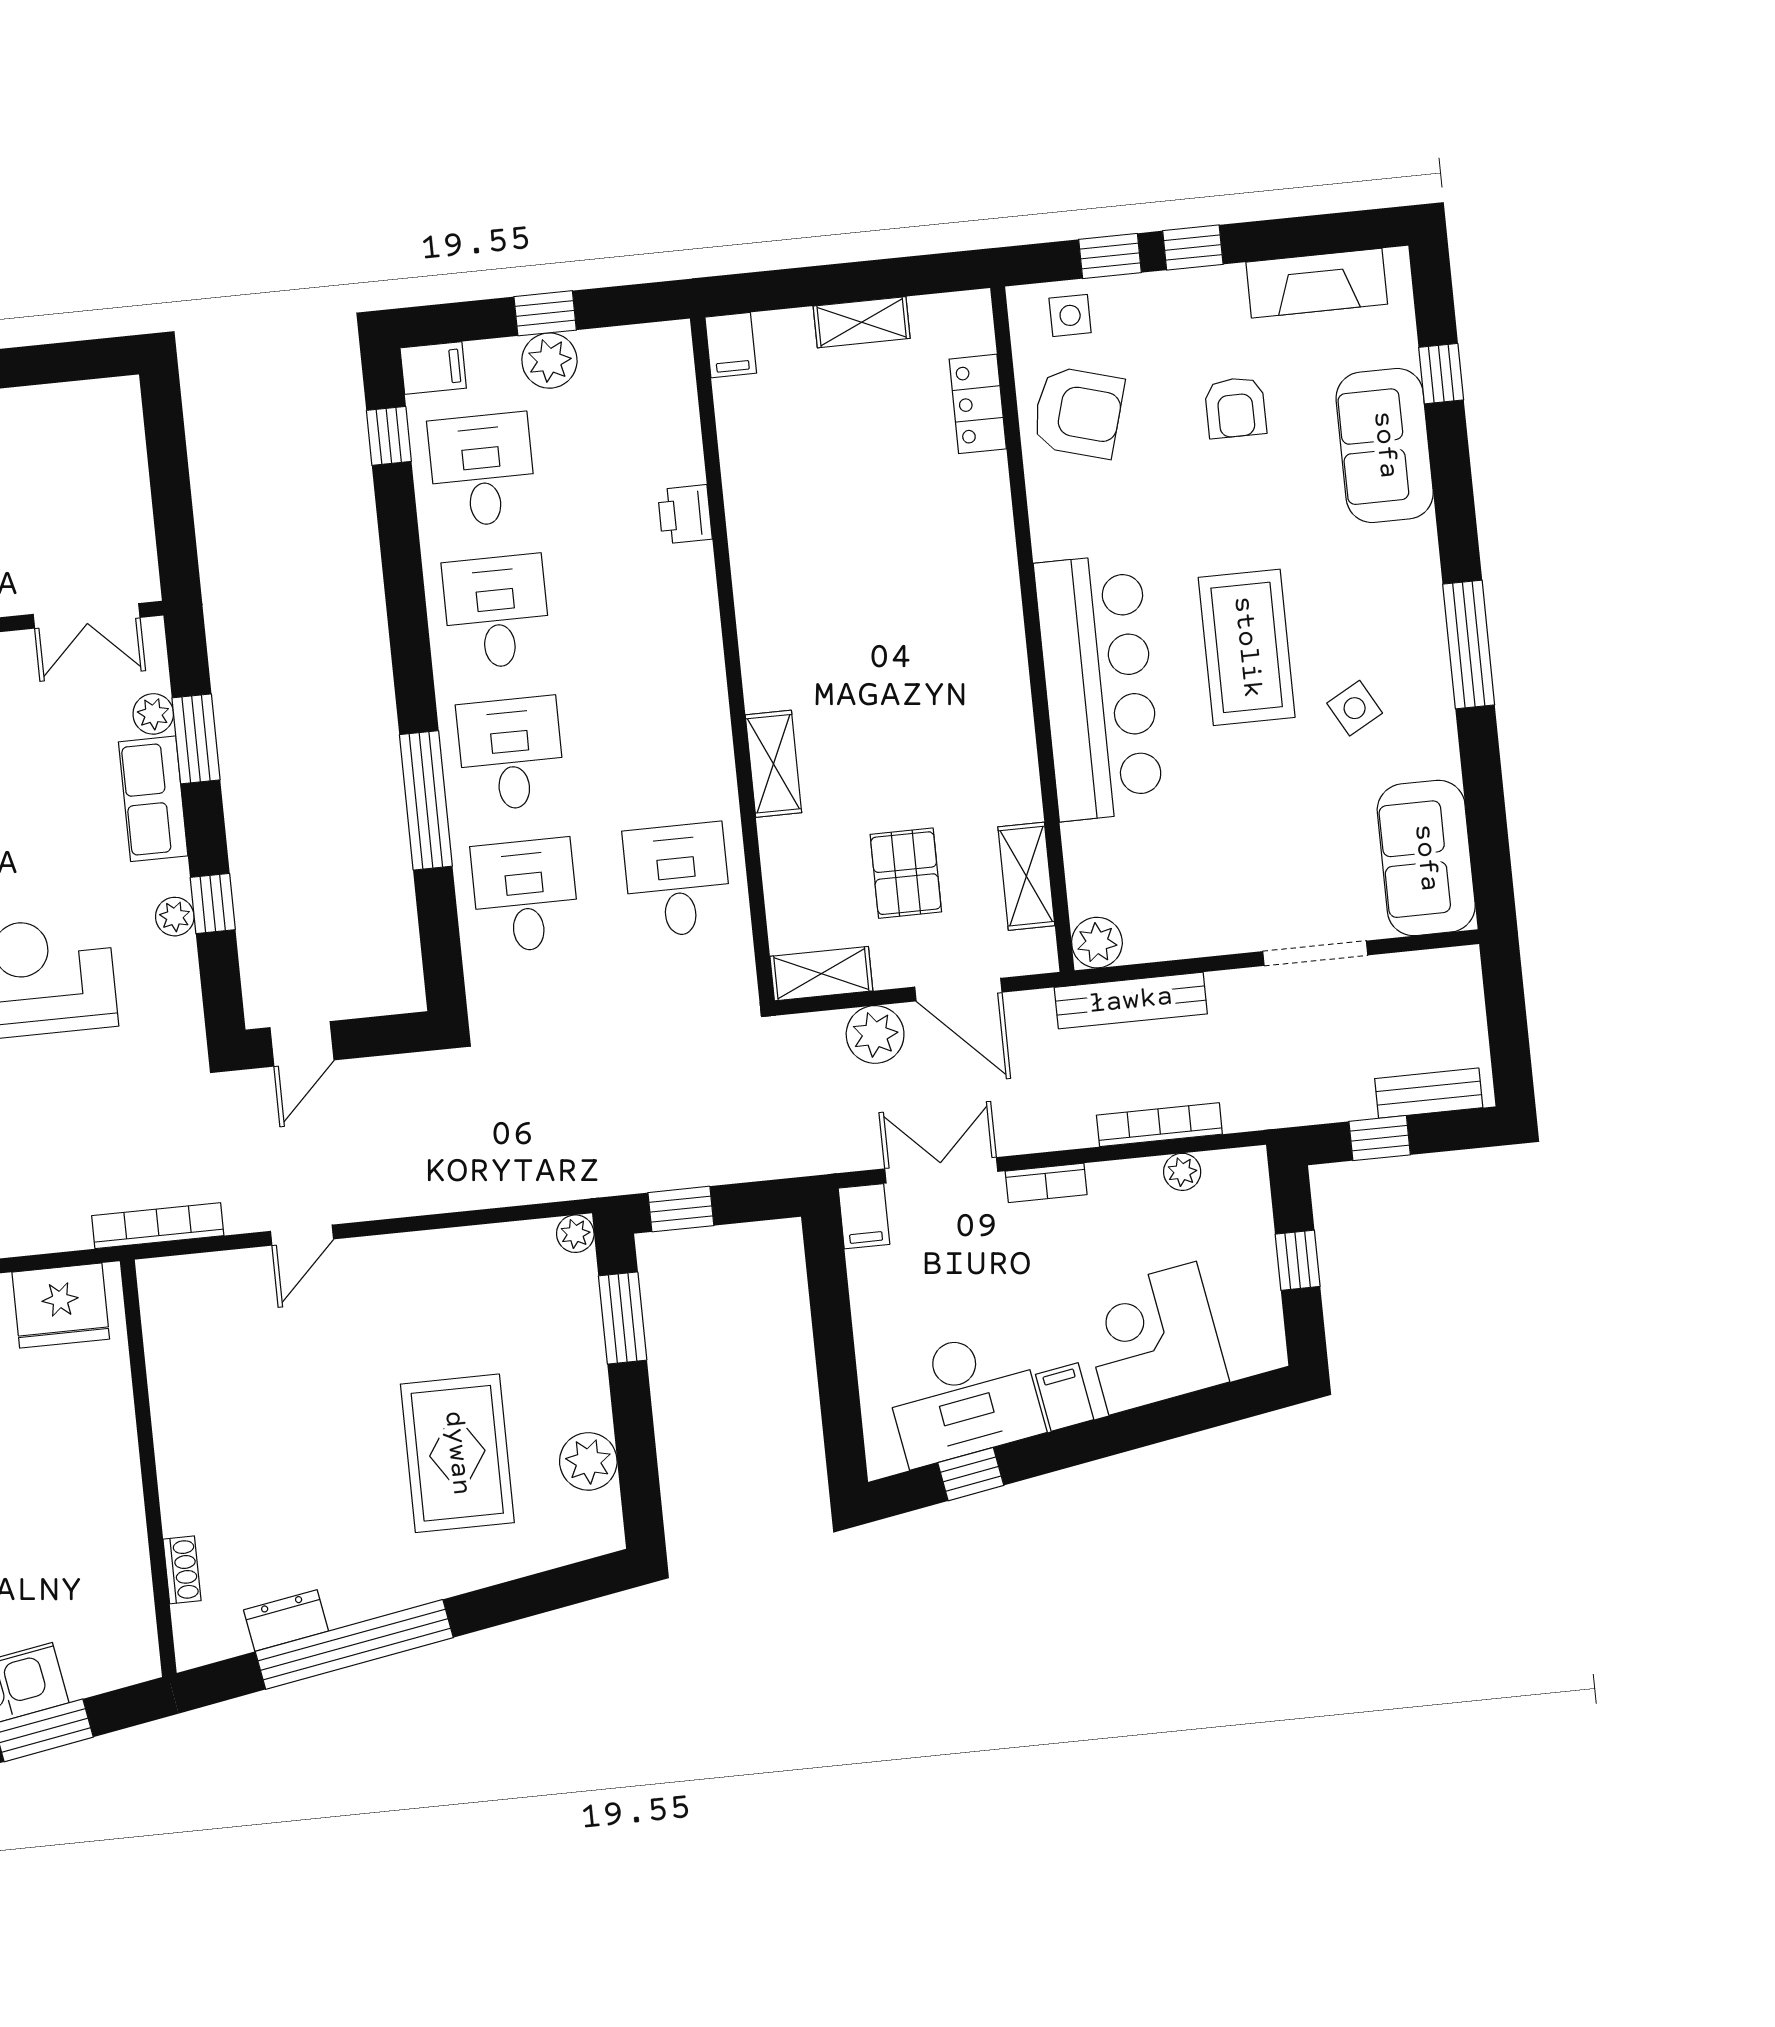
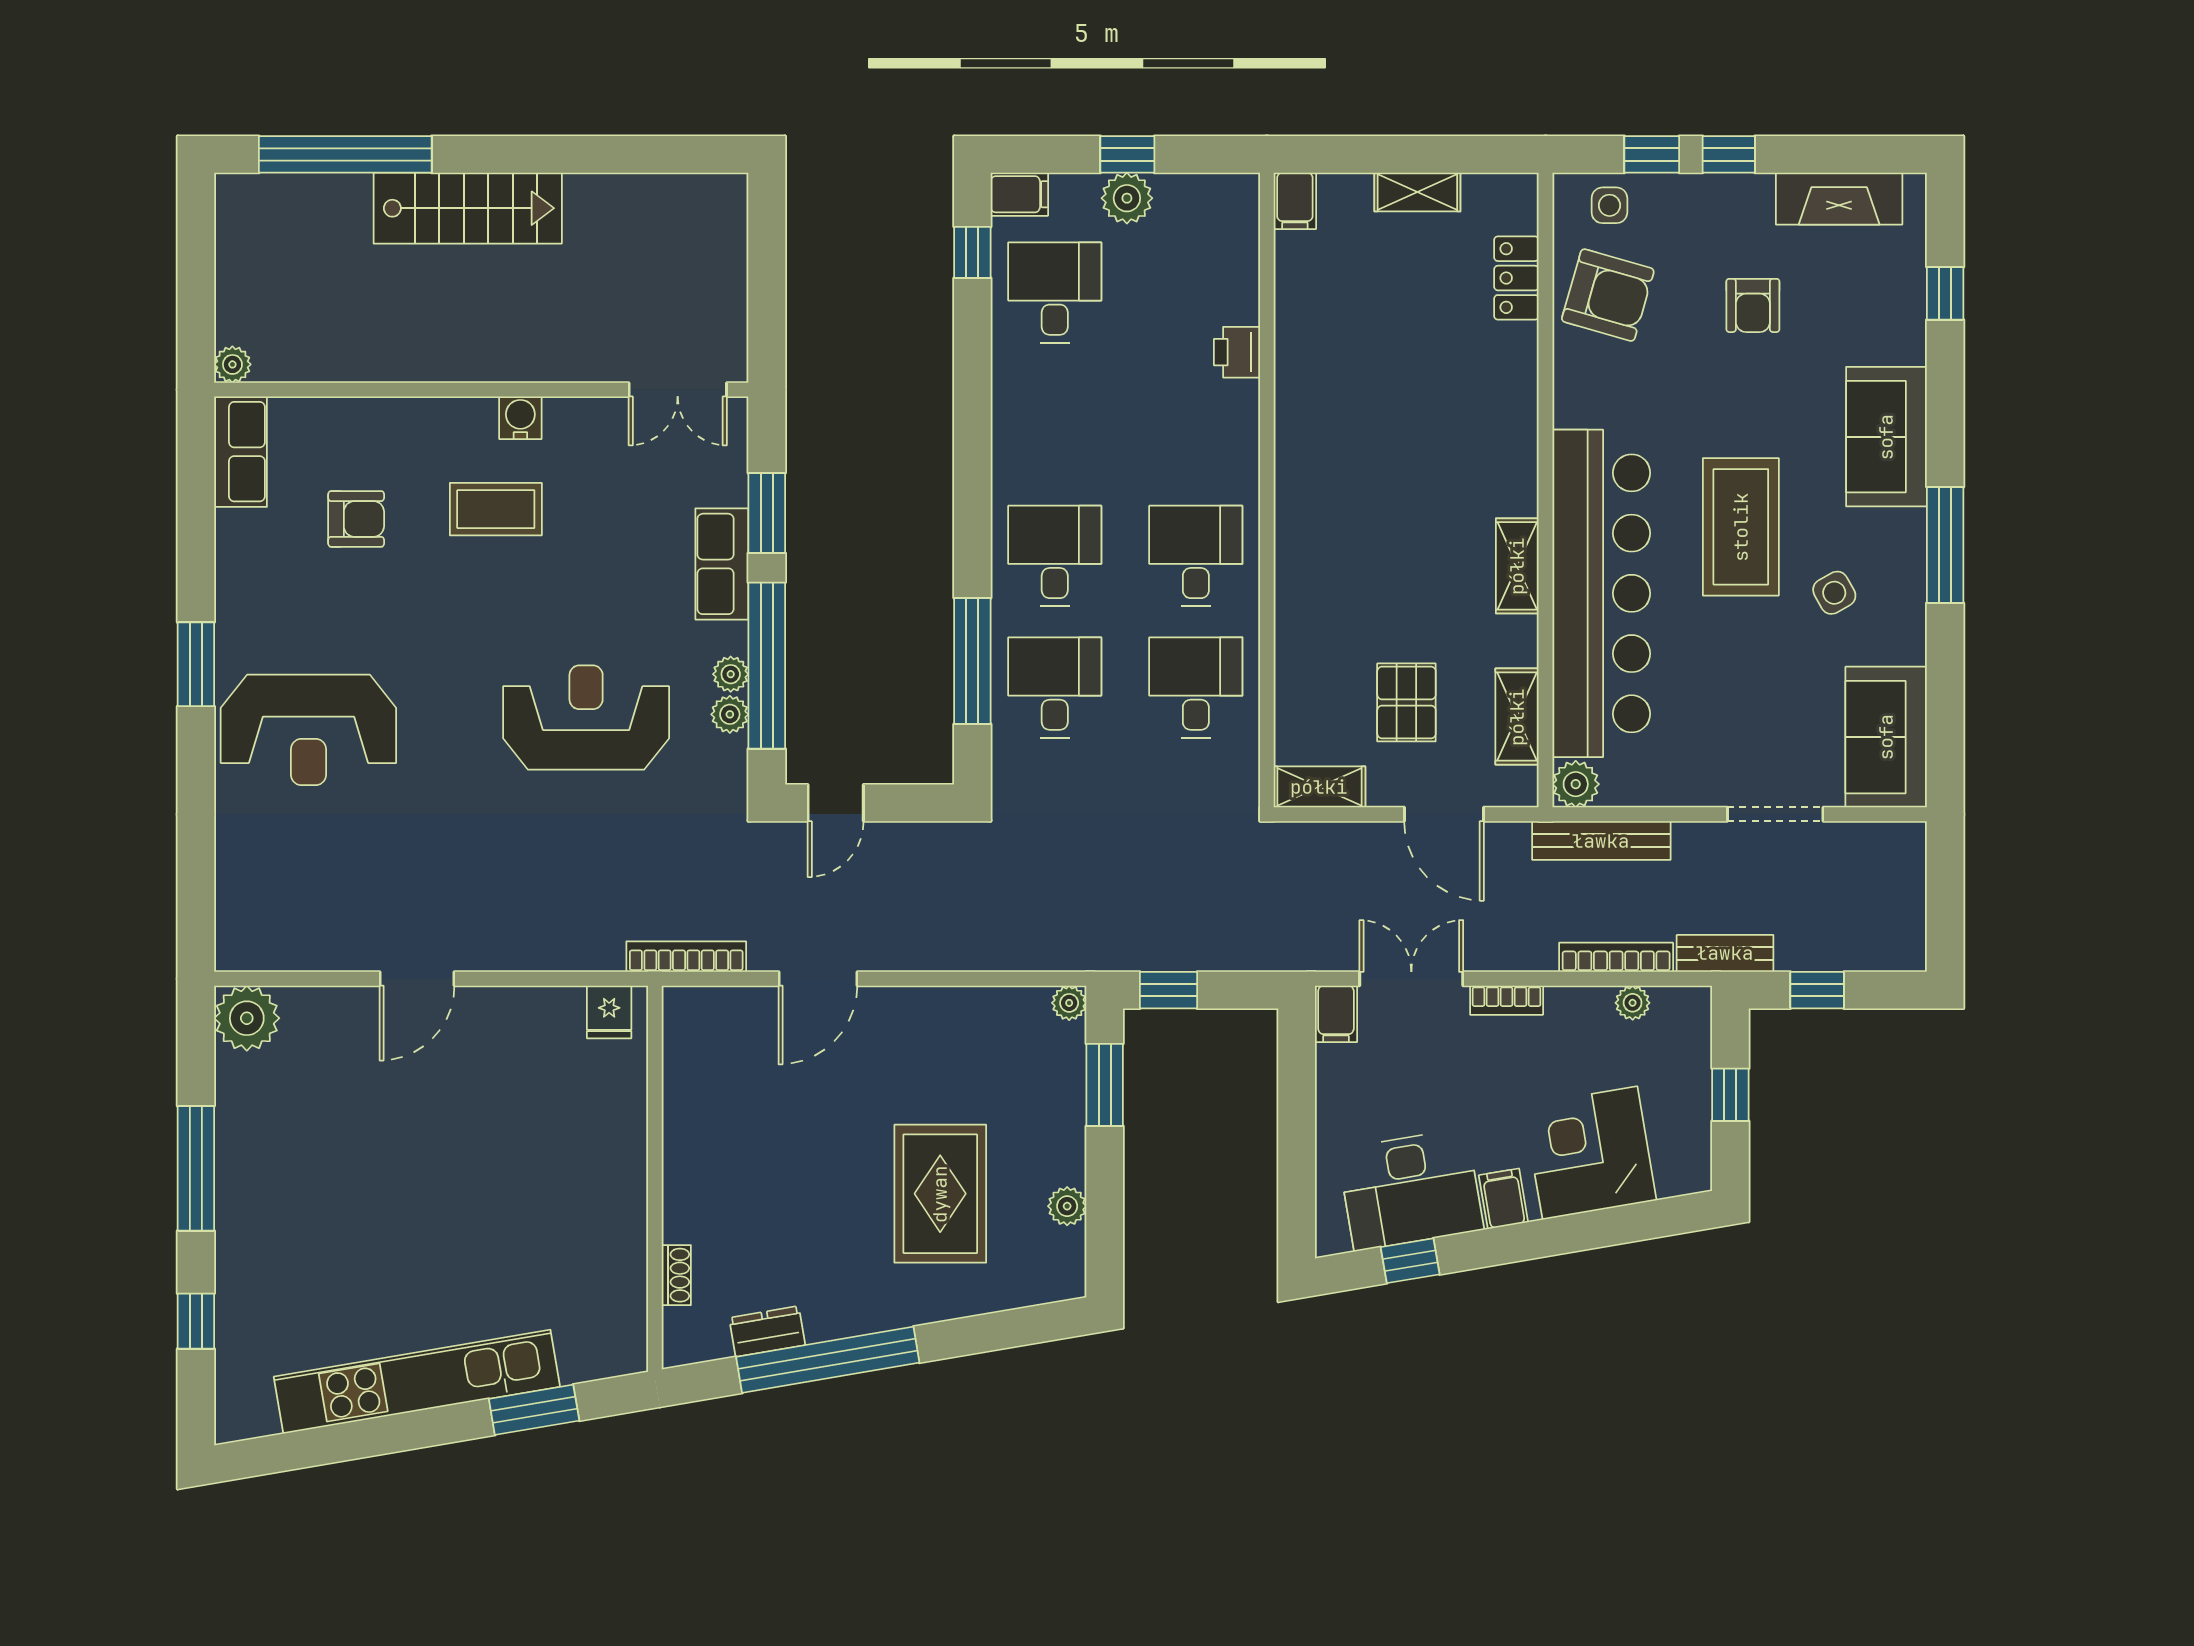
sofa: (1385, 445) -> (1886, 437), moved
desk: (496, 612) -> (1196, 556), moved
bar counter: (1099, 687) -> (1601, 593), width x1.36
plant: (153, 714) -> (730, 714), moved
shelving: (773, 764) -> (1517, 566), moved
window: (426, 800) -> (972, 661), moved
window: (213, 904) -> (767, 666), width x3.17
plant: (875, 1034) -> (1363, 848), removed
bench: (1429, 1093) -> (1725, 953), moved
door: (302, 1235) -> (818, 979), width x1.38
fridge: (61, 1306) -> (609, 1012), width x0.53, depth x0.75
plant: (588, 1461) -> (1067, 1206), width x0.73, depth x0.73

